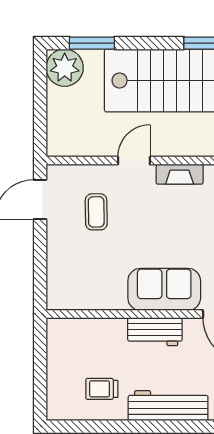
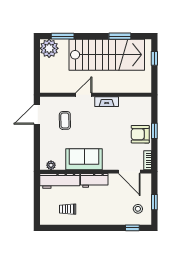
sofa: (164, 289) -> (84, 159), moved
plant: (68, 301) -> (51, 165), added
workbench: (168, 406) -> (60, 181), moved, turned 180

